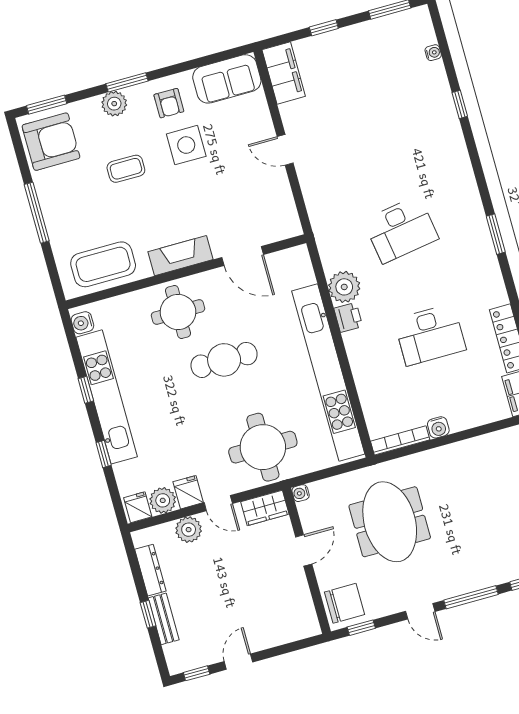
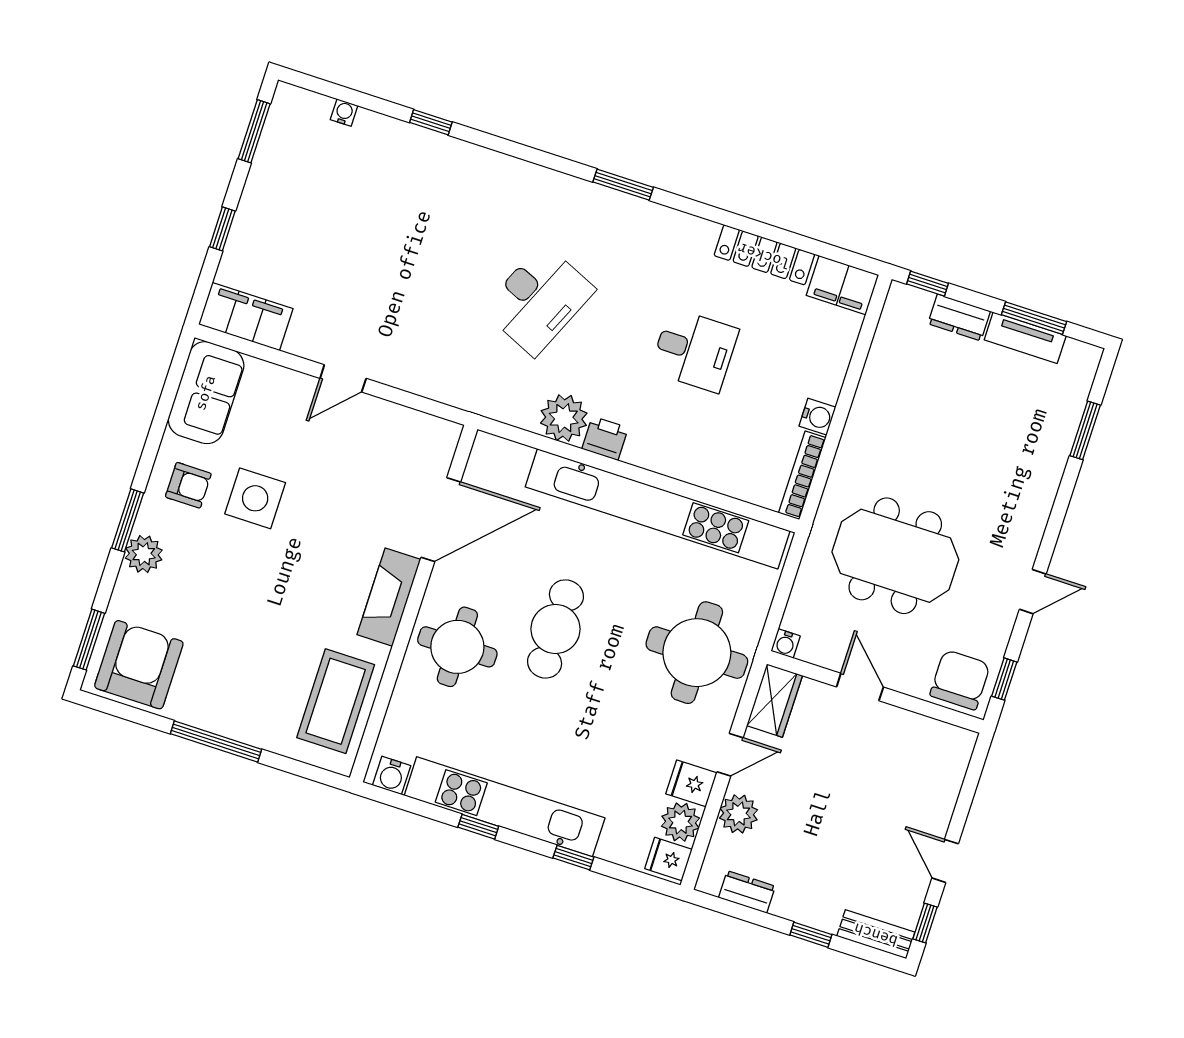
coffee table: (126, 169) -> (235, 593), removed
desk: (401, 229) -> (539, 300), turned 33
door: (243, 256) -> (441, 520), width x1.36
desk: (430, 335) -> (694, 350), width x0.73
dresser: (150, 570) -> (747, 892), width x0.70
window: (471, 597) -> (1057, 516), removed
bench: (164, 619) -> (876, 934), moved

